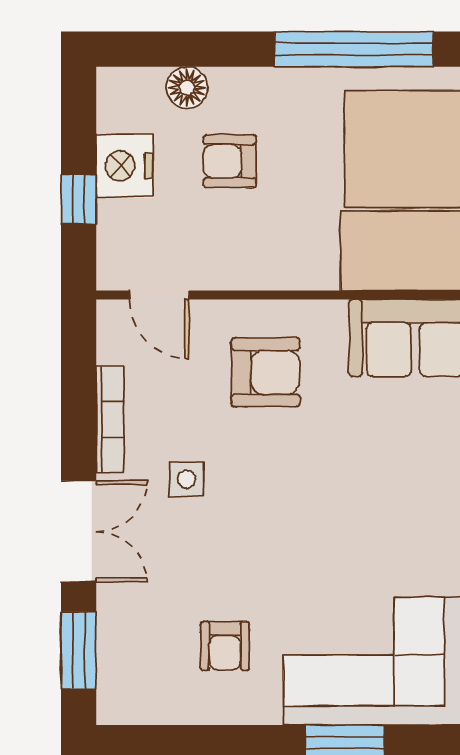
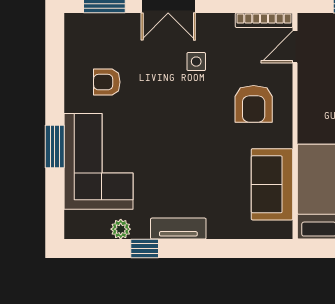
bookcase: (110, 420) -> (264, 20), moved

